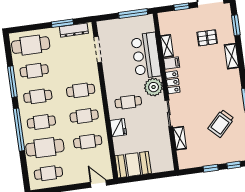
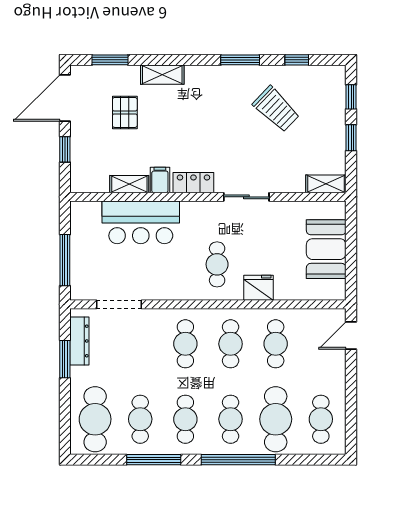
window: (133, 13) -> (65, 260), moved
plant: (154, 87) -> (197, 217), removed
shelving: (180, 138) -> (326, 184), moved
booth: (133, 165) -> (326, 249), moved

